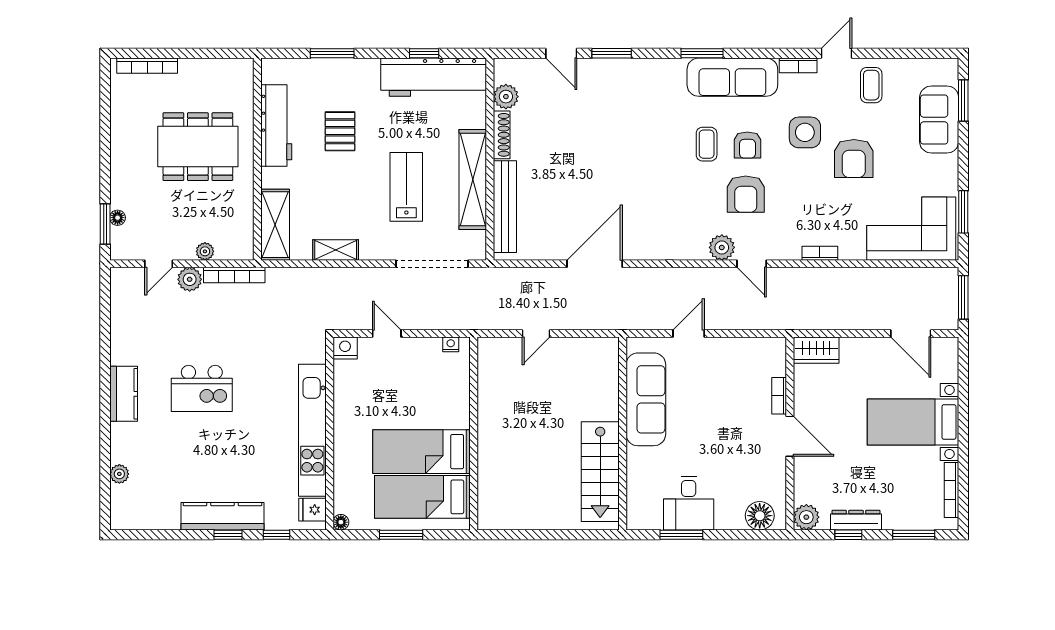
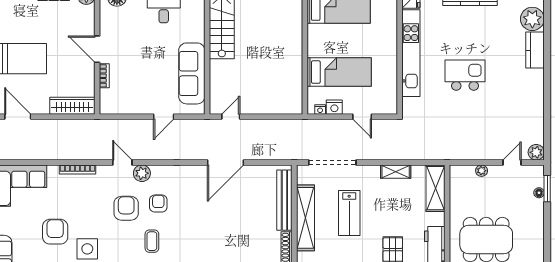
armchair: (747, 145) -> (158, 204), moved
bookcase: (820, 253) -> (77, 169), width x1.56
bookcase: (234, 275) -> (462, 155), removed
plant: (190, 279) -> (536, 152), moved
door: (536, 334) -> (231, 117), moved
nightstand: (345, 348) -> (334, 107), moved
wardrobe: (816, 350) -> (72, 106), width x1.50
kitchen island: (202, 388) -> (465, 75), moved
kitchen counter: (124, 394) -> (535, 50), moved
bed: (422, 452) -> (339, 72), moved
plant: (119, 474) -> (532, 19), width x1.88, depth x1.88

